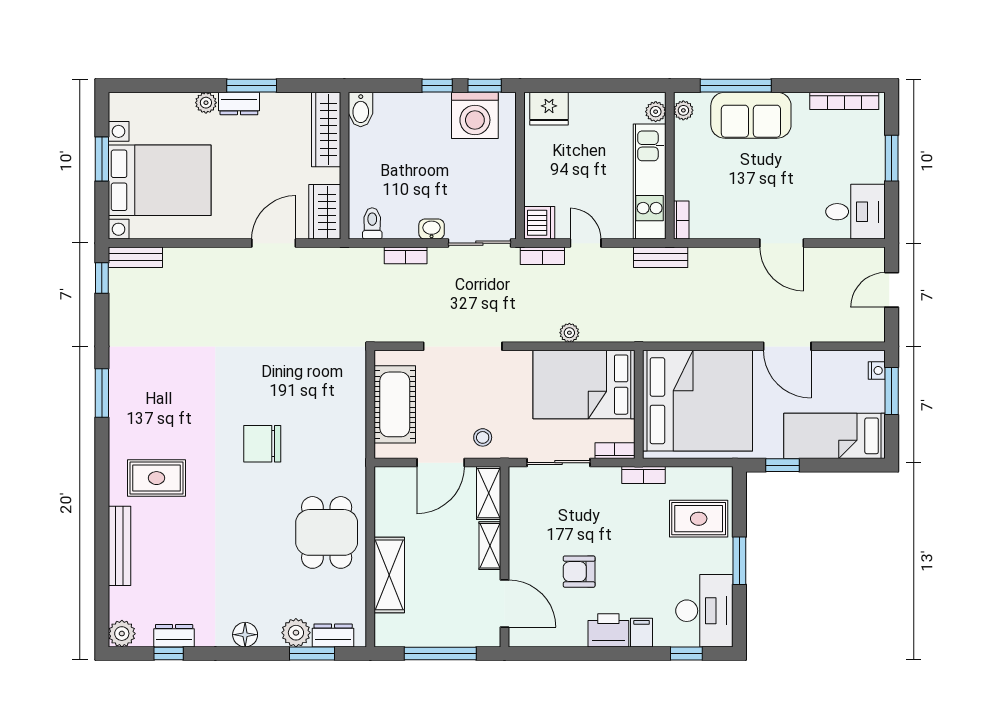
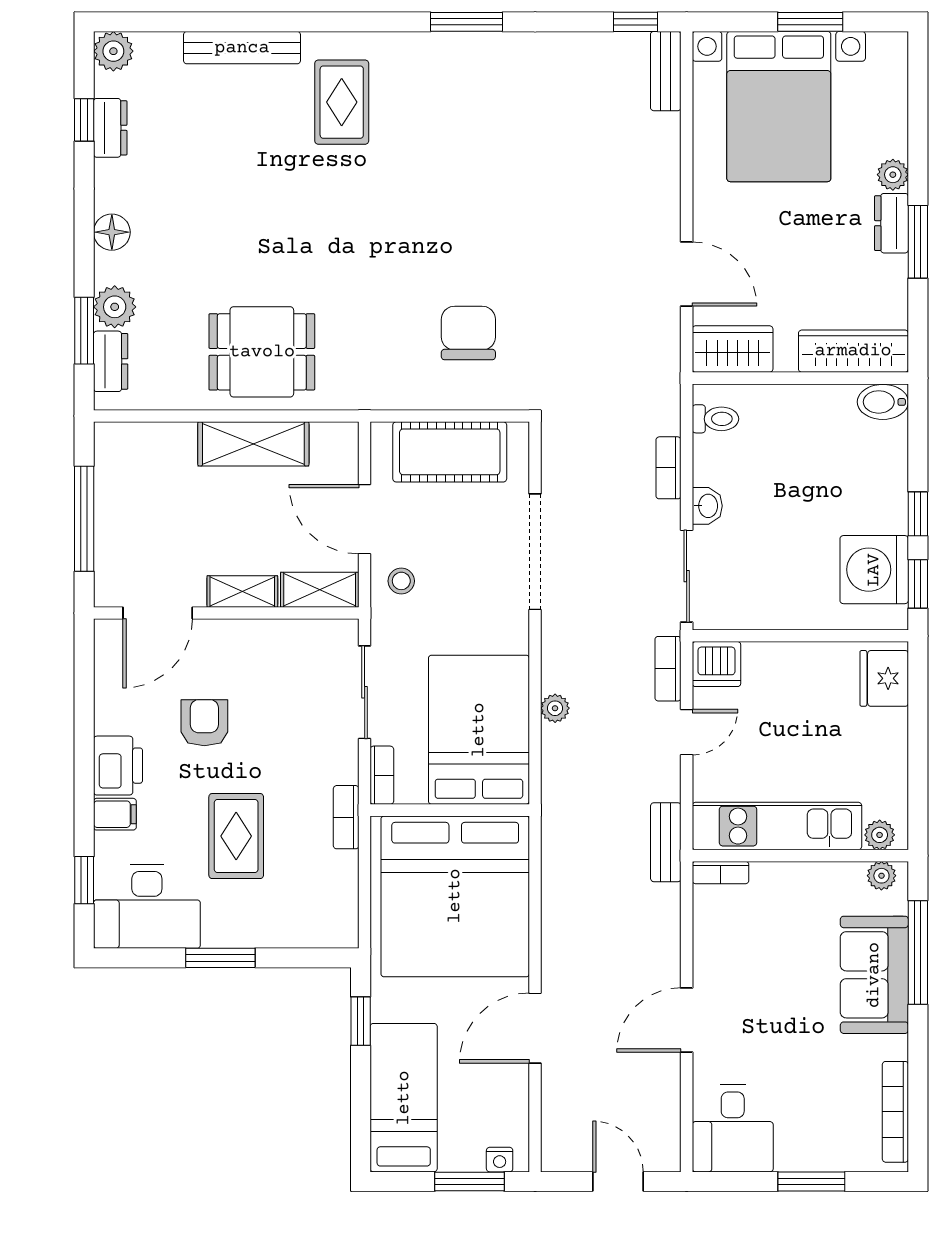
chair: (262, 444) -> (468, 333), moved
rug: (699, 519) -> (236, 836), moved
shelving: (389, 575) -> (253, 444), moved

